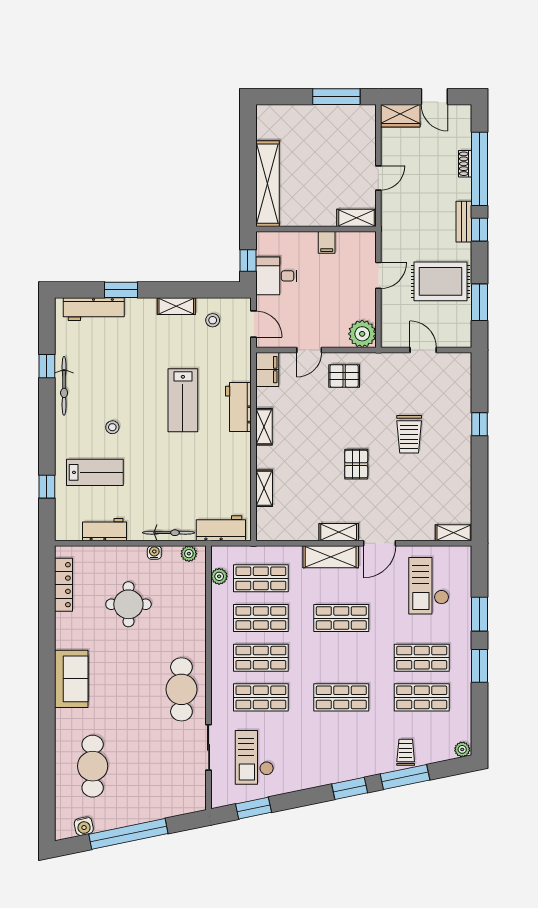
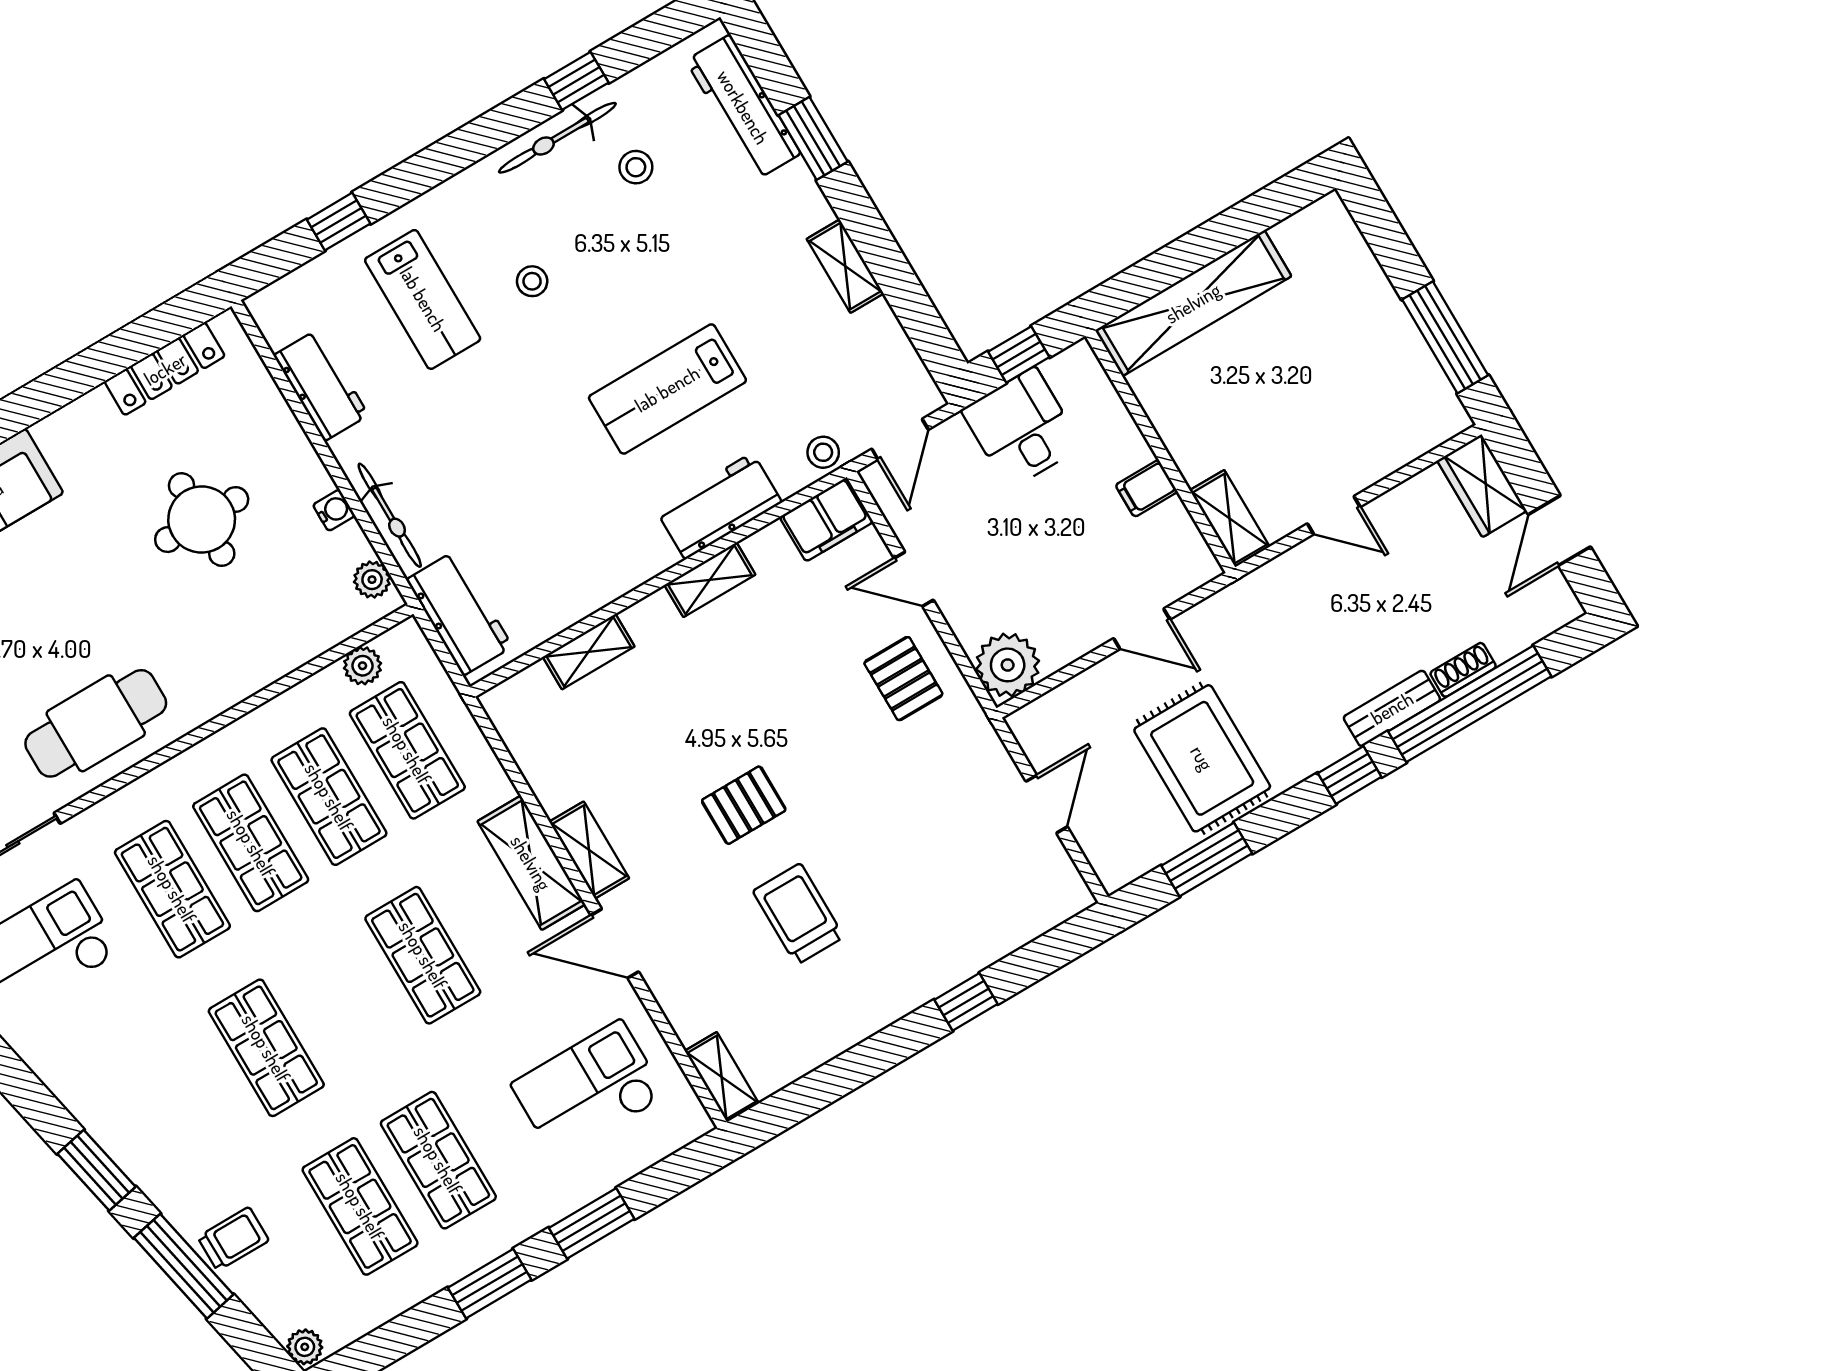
bench: (464, 222) -> (1392, 708), moved
stool: (213, 320) -> (823, 452), moved
stool: (93, 363) -> (636, 167), added
trolley: (409, 434) -> (798, 914), moved, turned 90

